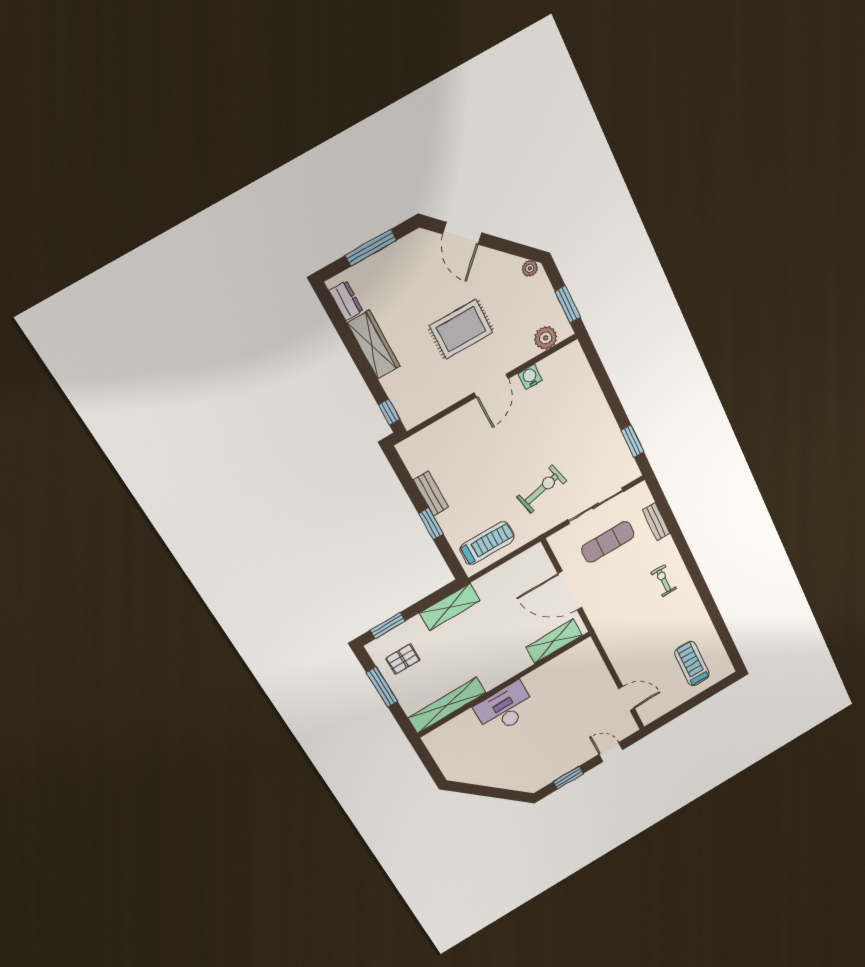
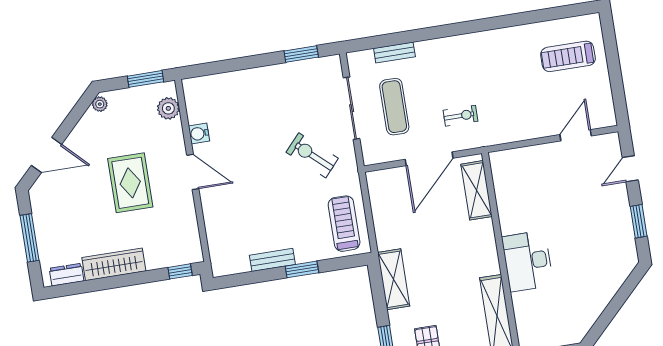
exercise bike: (542, 489) -> (312, 155), turned -35
exercise bike: (664, 581) -> (461, 116), moved, turned 180

